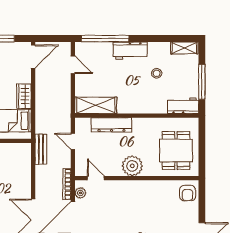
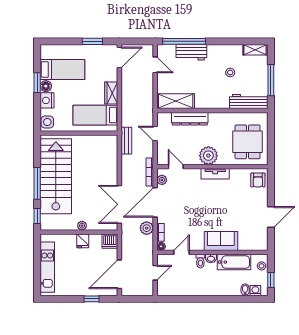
workbench: (130, 51) -> (191, 52), moved
workbench: (183, 106) -> (249, 102), width x1.38
tv unit: (140, 186) -> (215, 174), added

